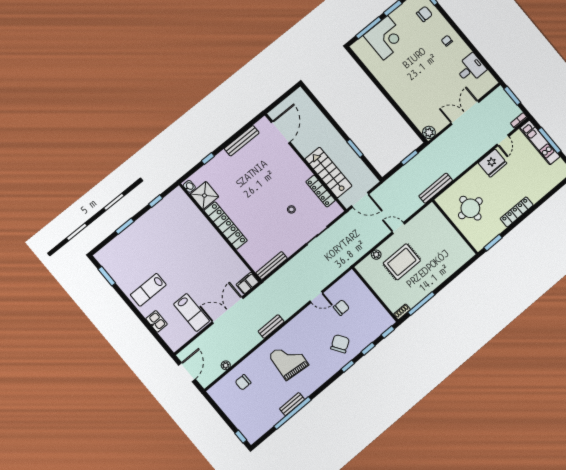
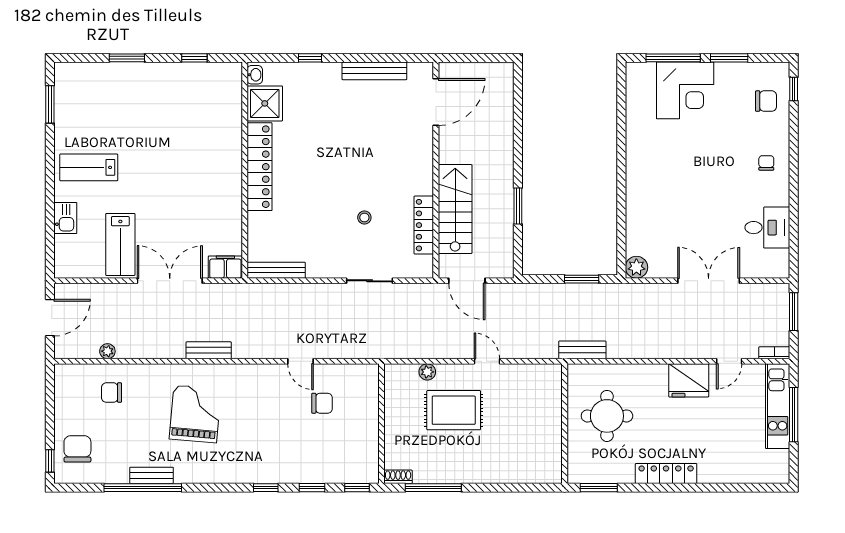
bench: (436, 188) -> (582, 350), width x0.73
chair: (340, 344) -> (77, 449), moved, turned -57

